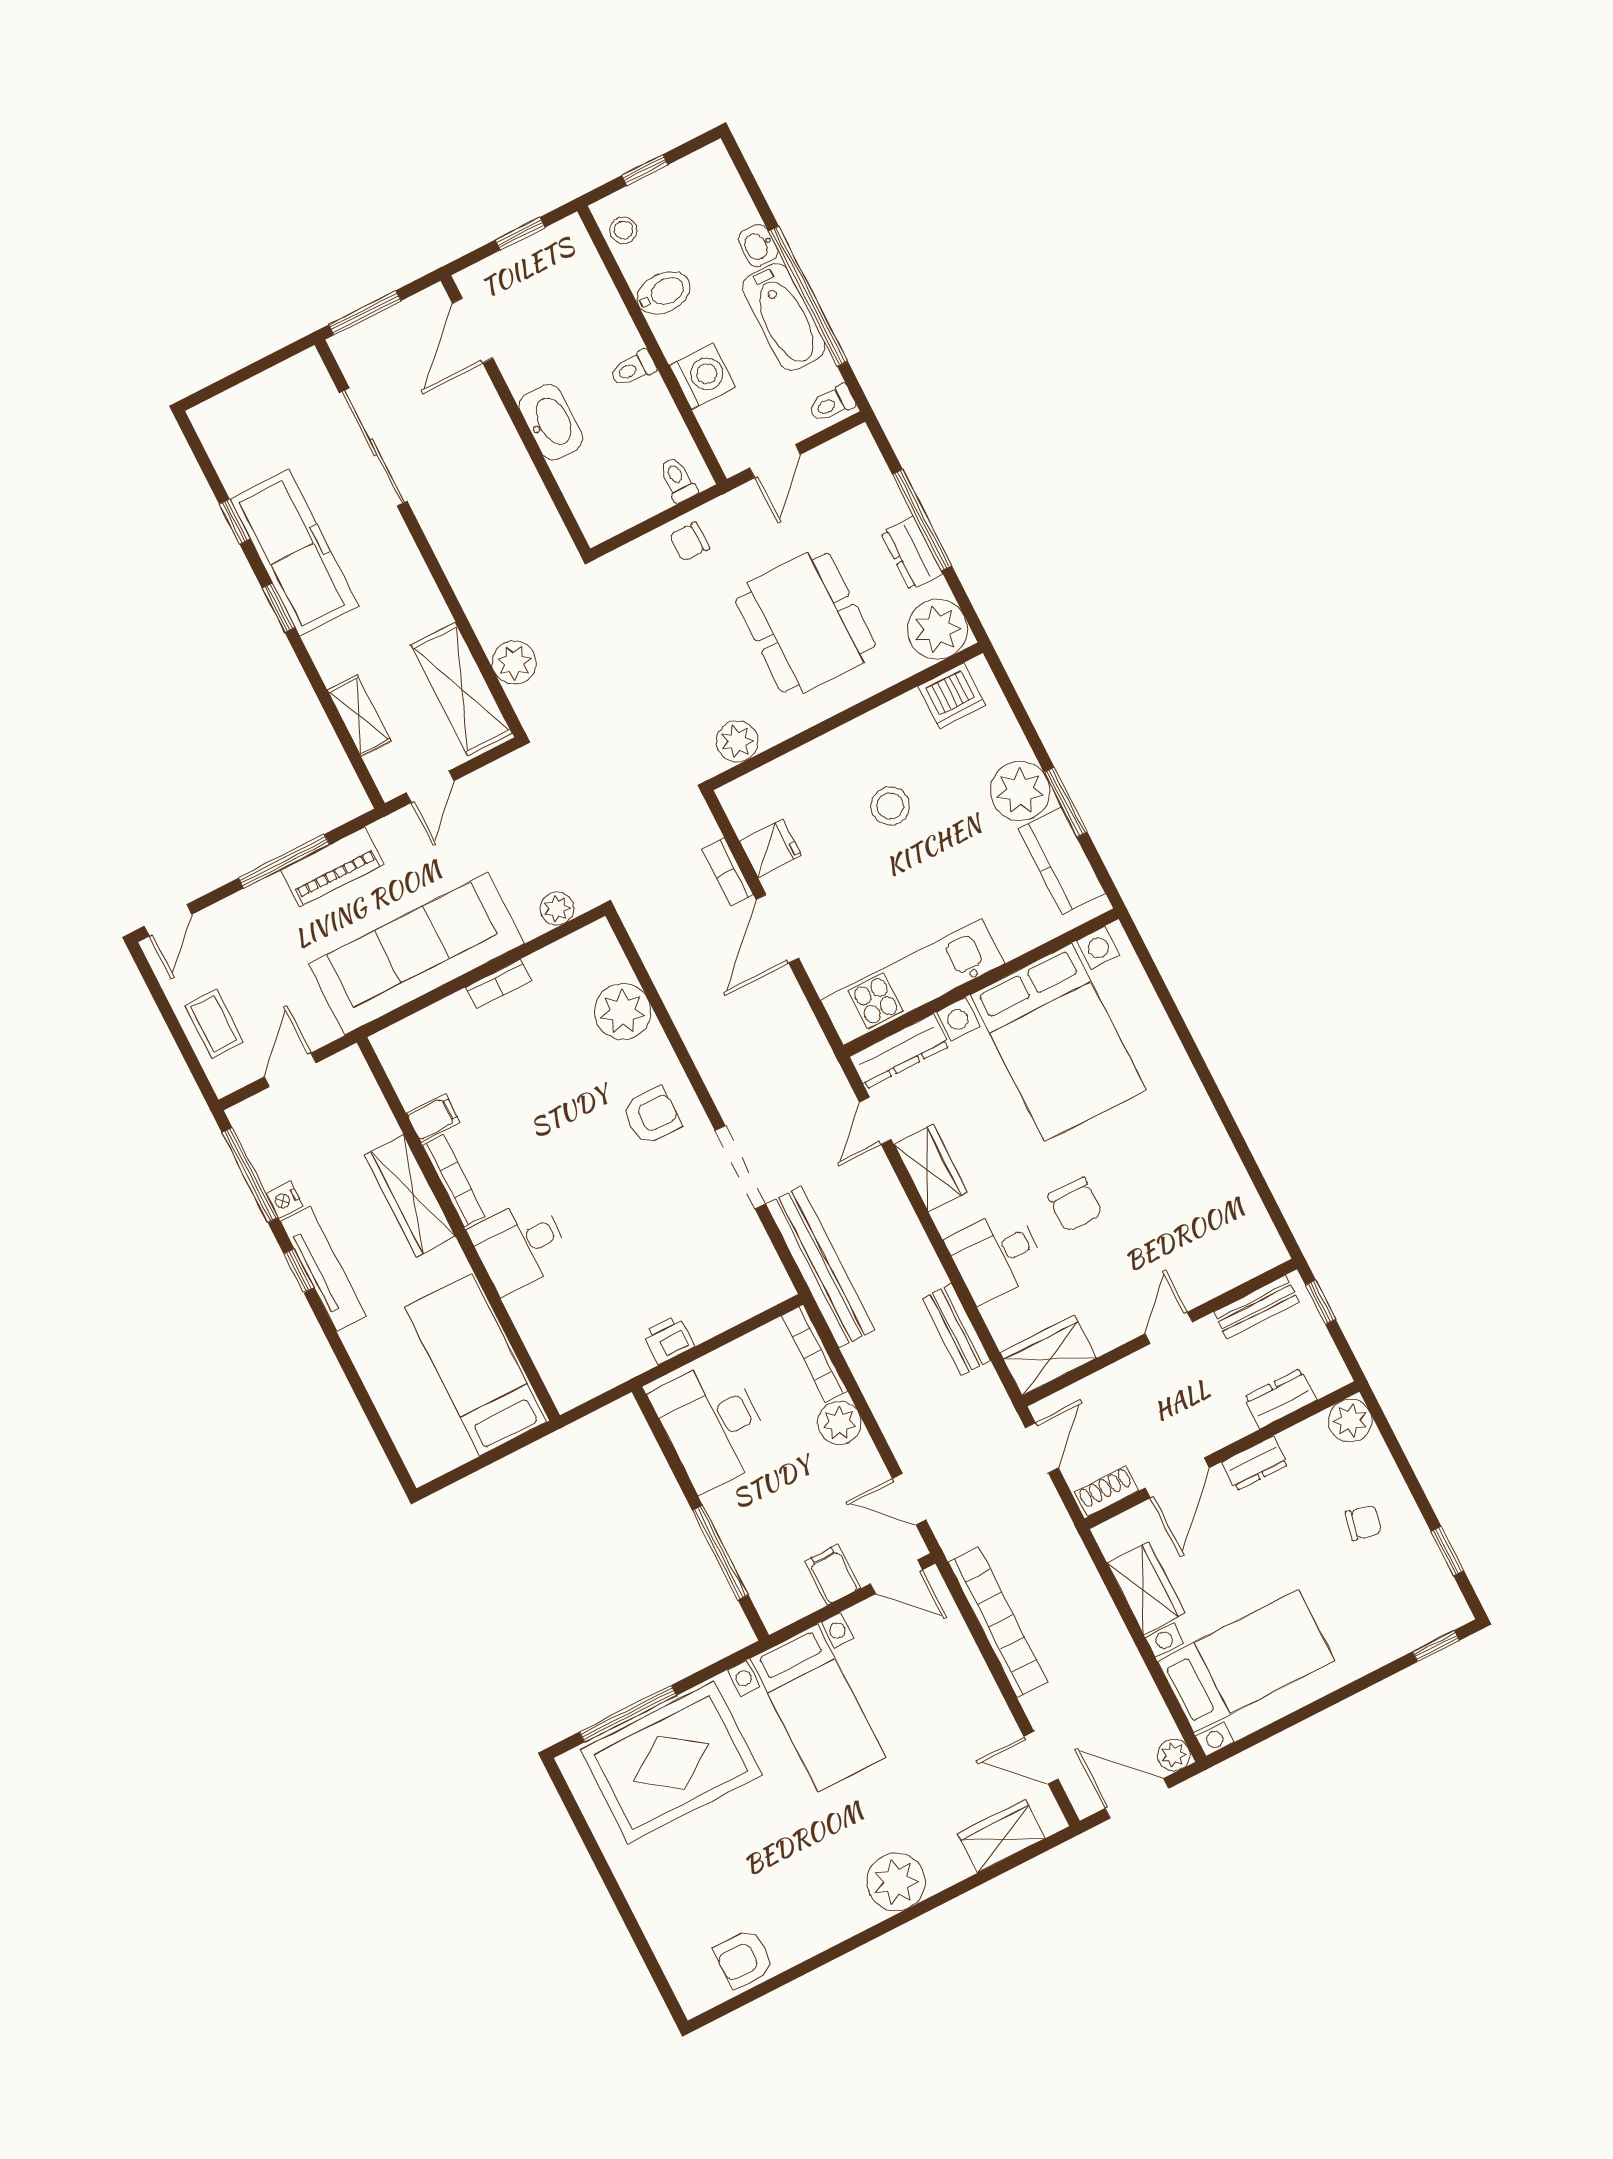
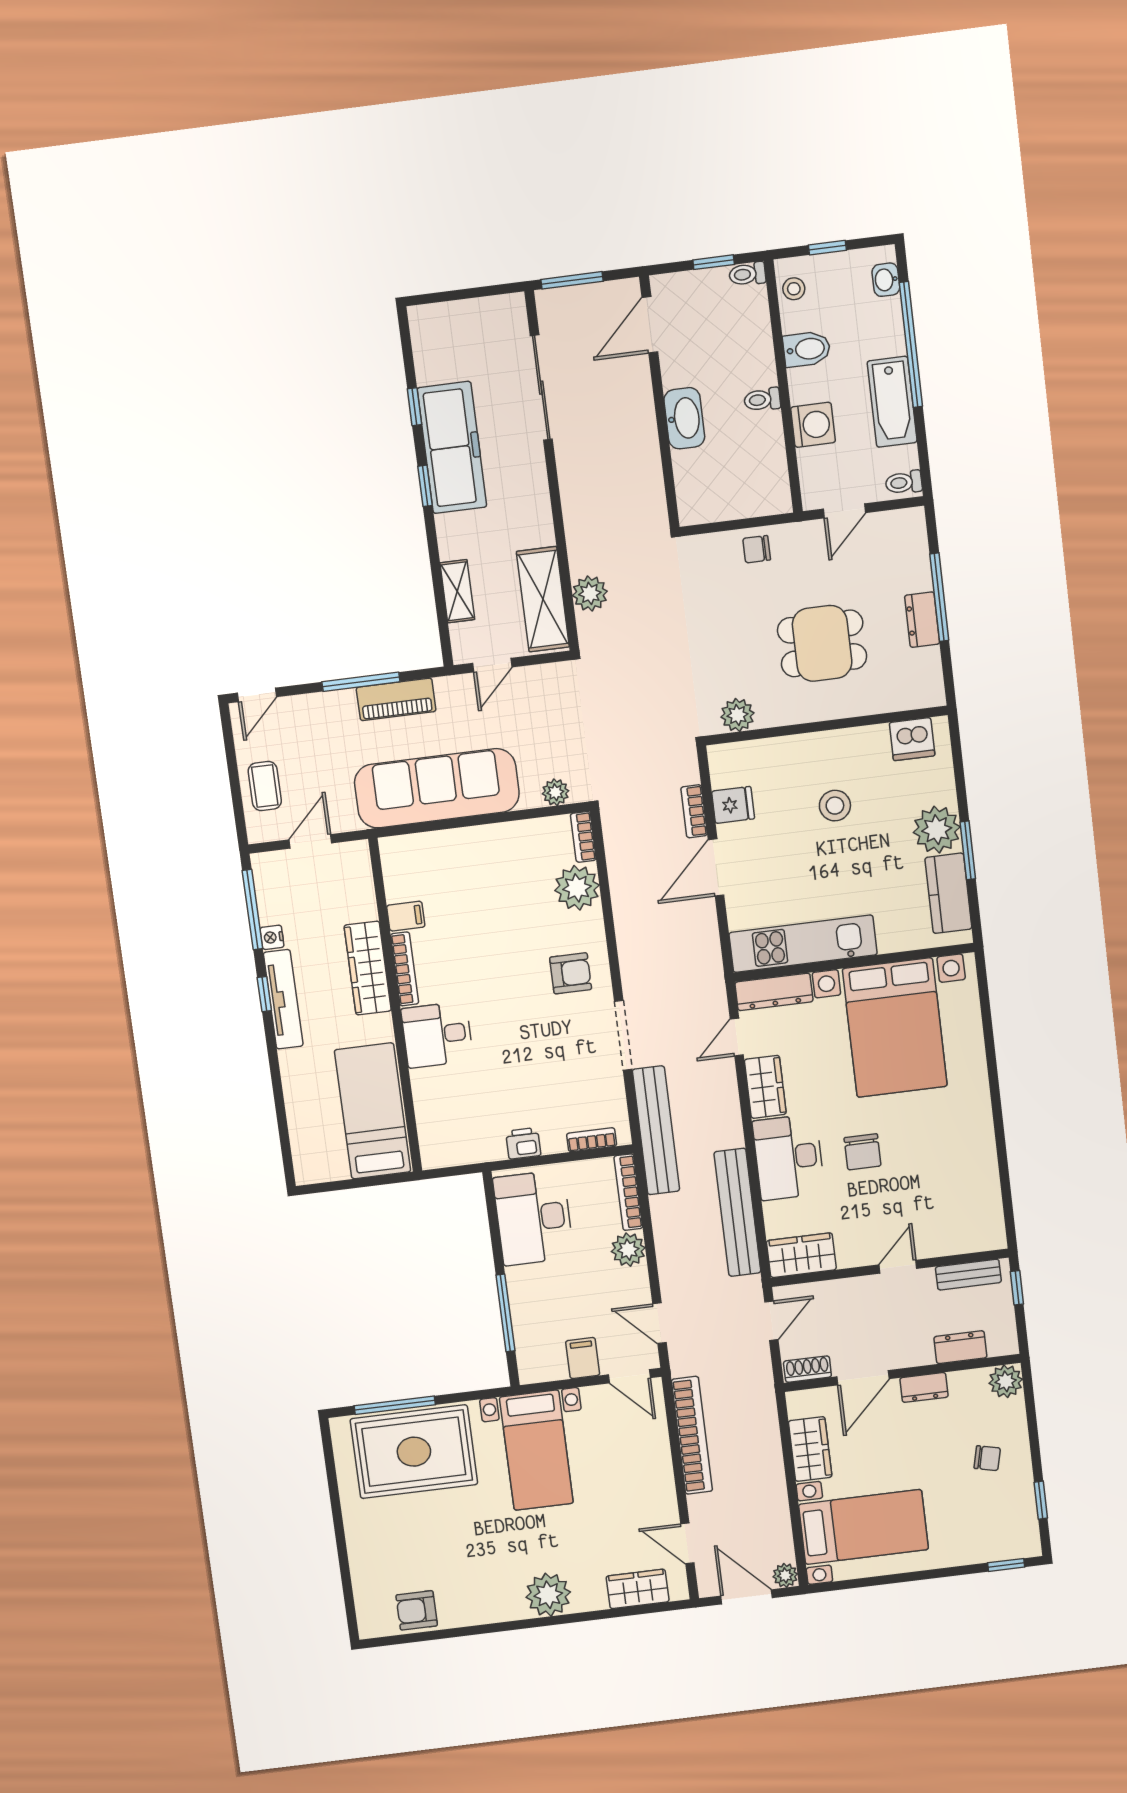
washbasin: (758, 246) -> (886, 280), moved
window: (808, 296) -> (911, 345), moved
toilet: (678, 480) -> (747, 274), moved, turned -90
dining table: (805, 623) -> (822, 643), width x0.73
plant: (937, 629) -> (920, 685), removed
bookcase: (498, 984) -> (583, 837), moved, turned 90
desk: (996, 1255) -> (789, 1157), width x1.37
bookcase: (748, 1306) -> (592, 1140), added
bench: (956, 1329) -> (737, 1212), width x1.86, depth x1.21

